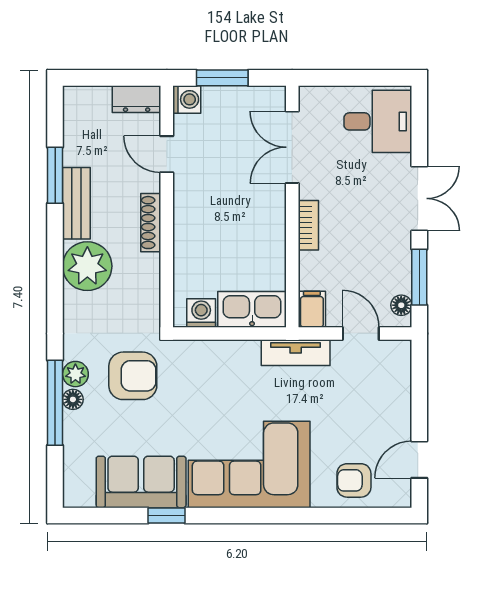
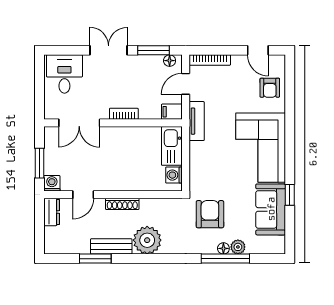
plant: (75, 374) -> (238, 247), moved
bookcase: (402, 376) -> (210, 60), added

